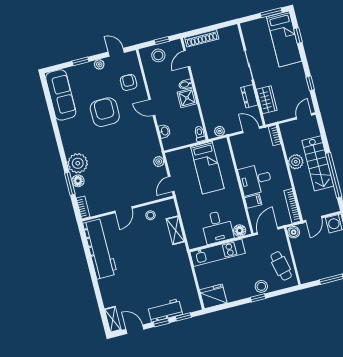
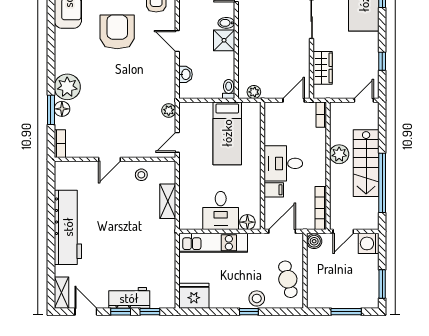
dresser: (249, 96) -> (302, 58), removed
door: (251, 130) -> (294, 100), hinge flipped
workbench: (100, 249) -> (68, 227), moved

